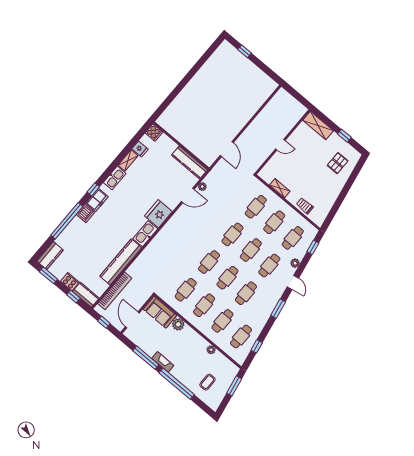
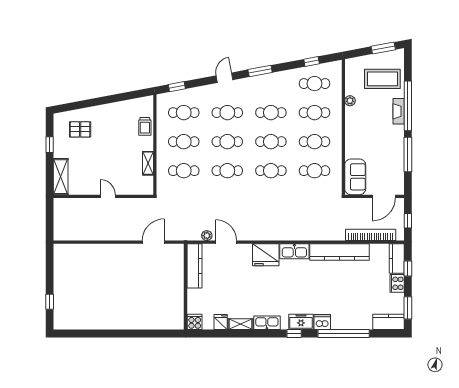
plant: (295, 263) -> (205, 91), removed
plant: (178, 324) -> (352, 151), removed
fireplace: (163, 362) -> (399, 111), moved
coffee table: (207, 382) -> (382, 79), width x1.86, depth x1.72
window: (234, 386) -> (383, 48), moved

